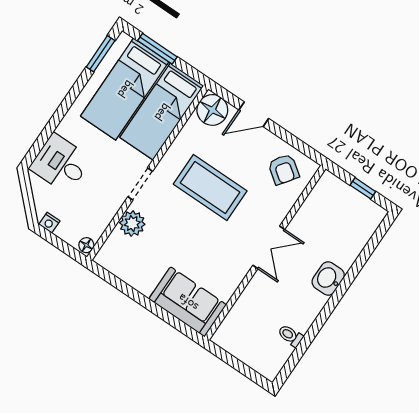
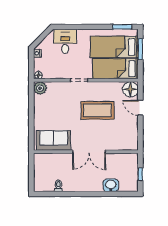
armchair: (284, 169) -> (126, 136), removed
coffee table: (210, 187) -> (97, 110), turned 90
plant: (132, 224) -> (40, 88), moved
double door: (269, 247) -> (89, 152), width x1.37
washbasin: (328, 279) -> (111, 185), moved
sofa: (188, 302) -> (54, 141), moved, turned -90

